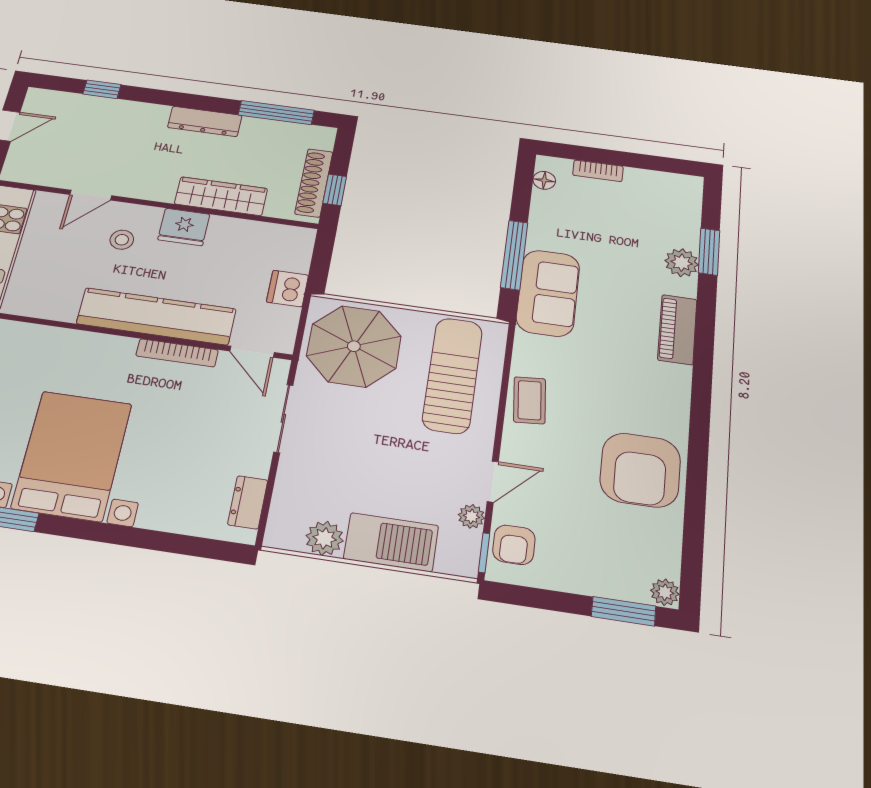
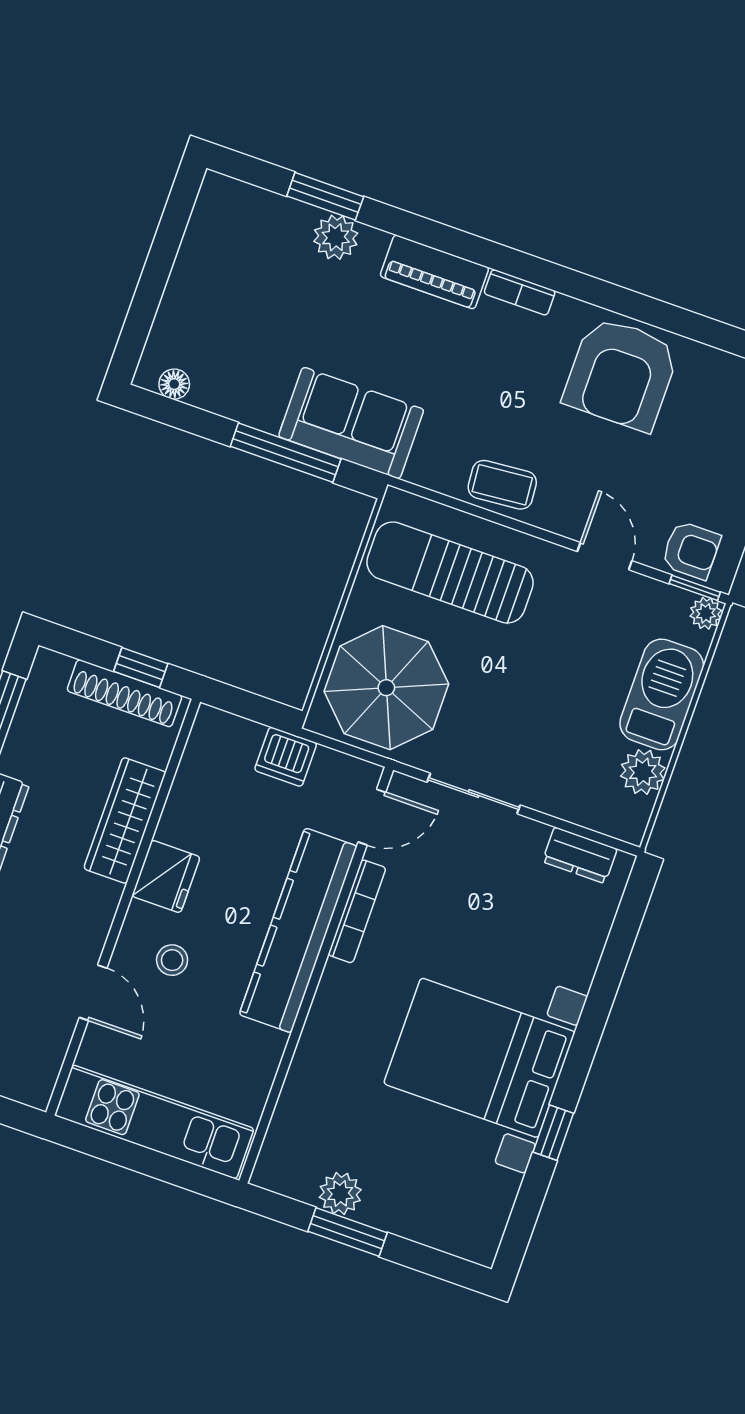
bookcase: (598, 171) -> (520, 292), moved, turned 90
armchair: (640, 470) -> (621, 374), turned 90
plant: (471, 516) -> (706, 613), moved

